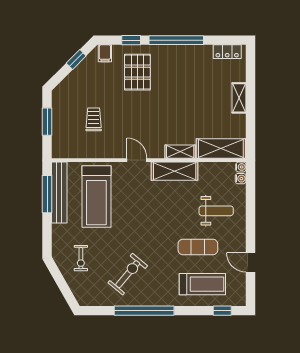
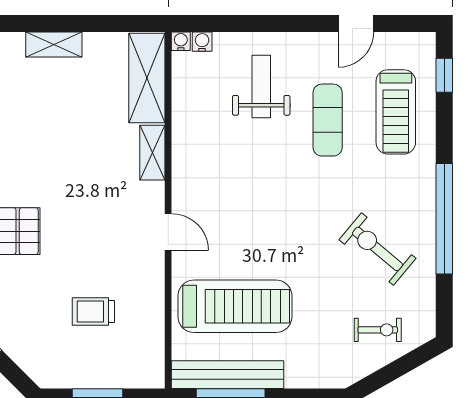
door: (137, 160) -> (168, 232), swing flipped
shelving: (175, 171) -> (188, 163), removed
exercise bike: (81, 258) -> (378, 330), moved
treadmill: (202, 284) -> (396, 112), turned 180

